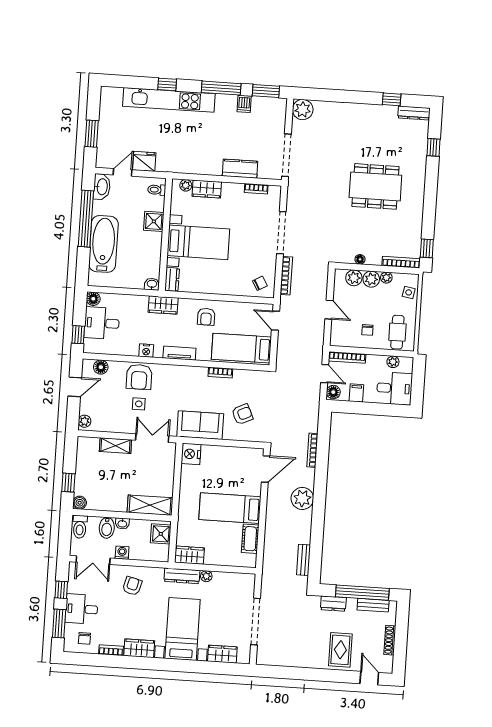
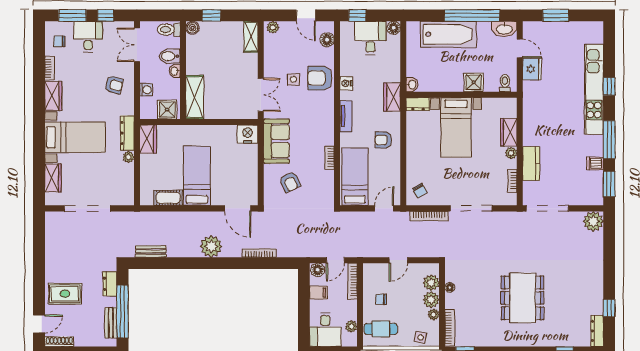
plant: (186, 185) -> (511, 153), moved
shelving: (115, 446) -> (251, 37), moved
washing machine: (122, 553) -> (146, 90), moved
shoe rack: (390, 640) -> (59, 342), moved

